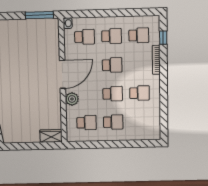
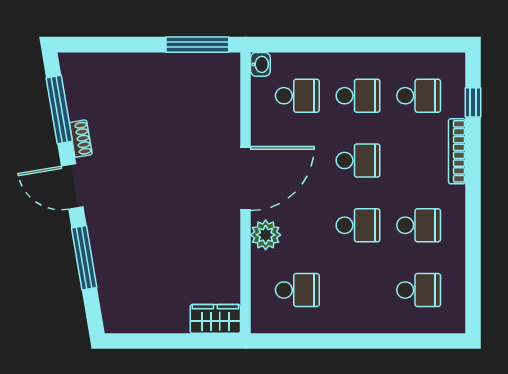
school desk: (113, 122) -> (419, 290), moved

